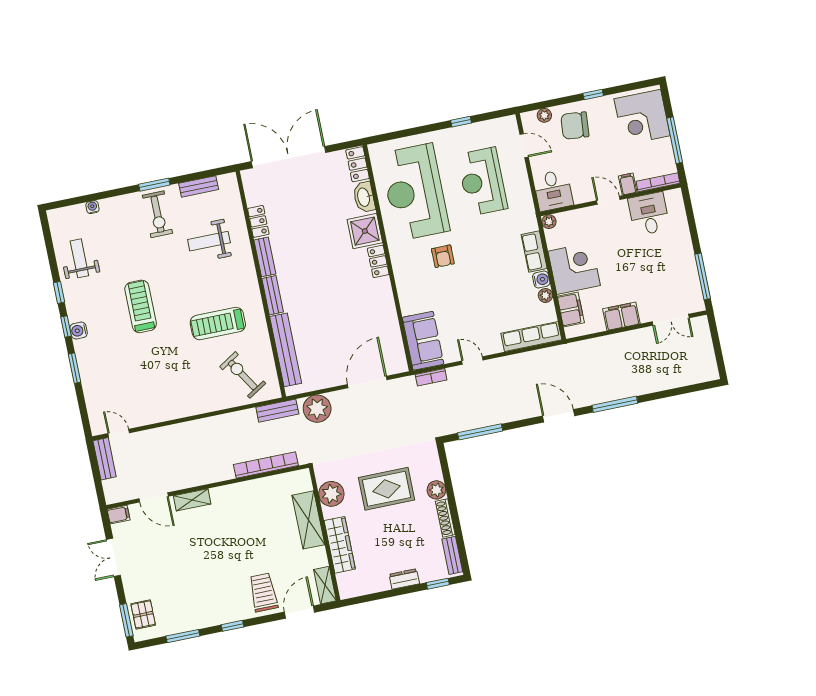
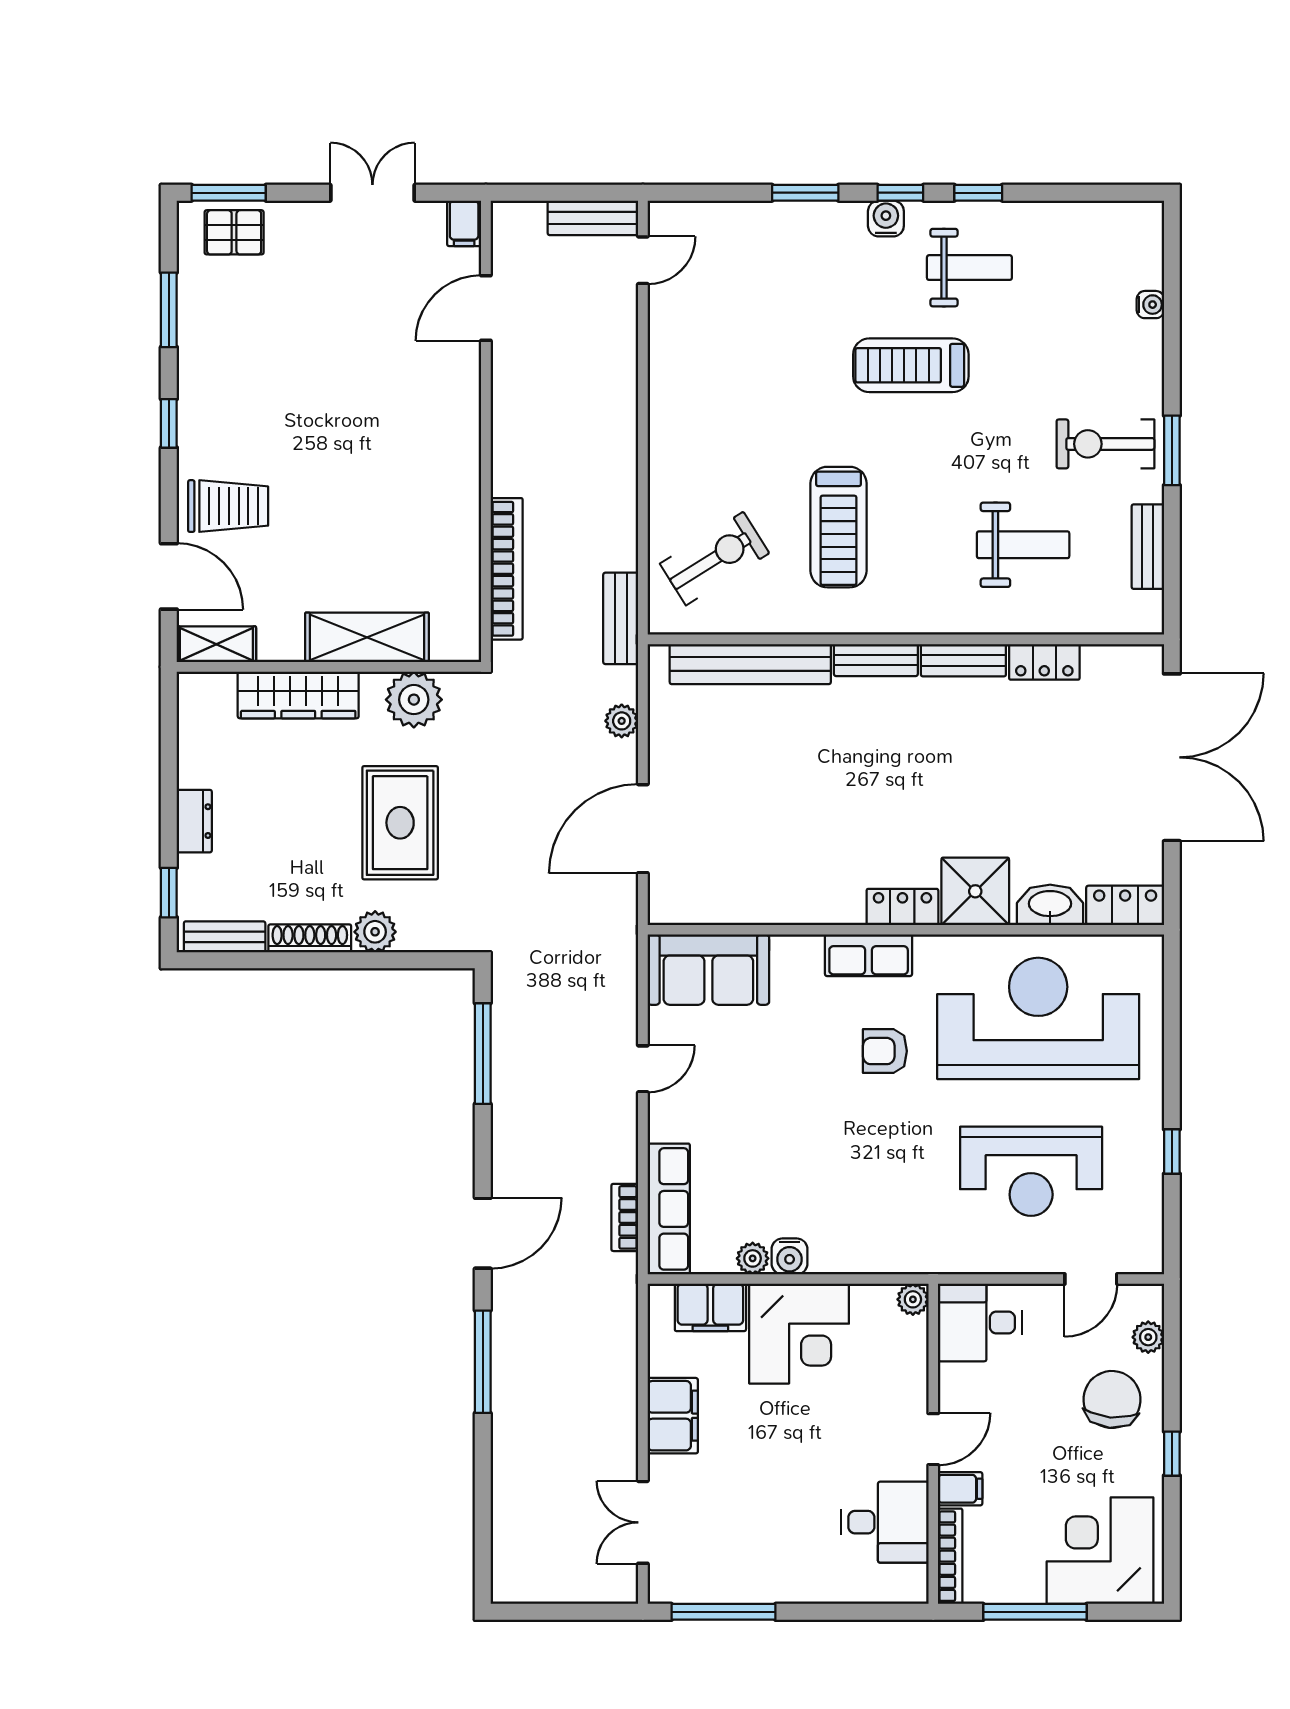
reception desk: (482, 181) -> (1031, 1171), turned 180
weight bench: (209, 241) -> (1023, 545), turned 90
row of seats: (534, 252) -> (869, 955), moved, turned 180
weight bench: (79, 258) -> (969, 268), moved
treadmill: (141, 306) -> (911, 365), turned 180
treadmill: (218, 324) -> (838, 527), turned 180
bookcase: (431, 377) -> (625, 1217), moved
door: (367, 382) -> (643, 829), swing flipped
plant: (317, 409) -> (622, 721), width x0.53, depth x0.53
shelving: (192, 500) -> (463, 391), removed

